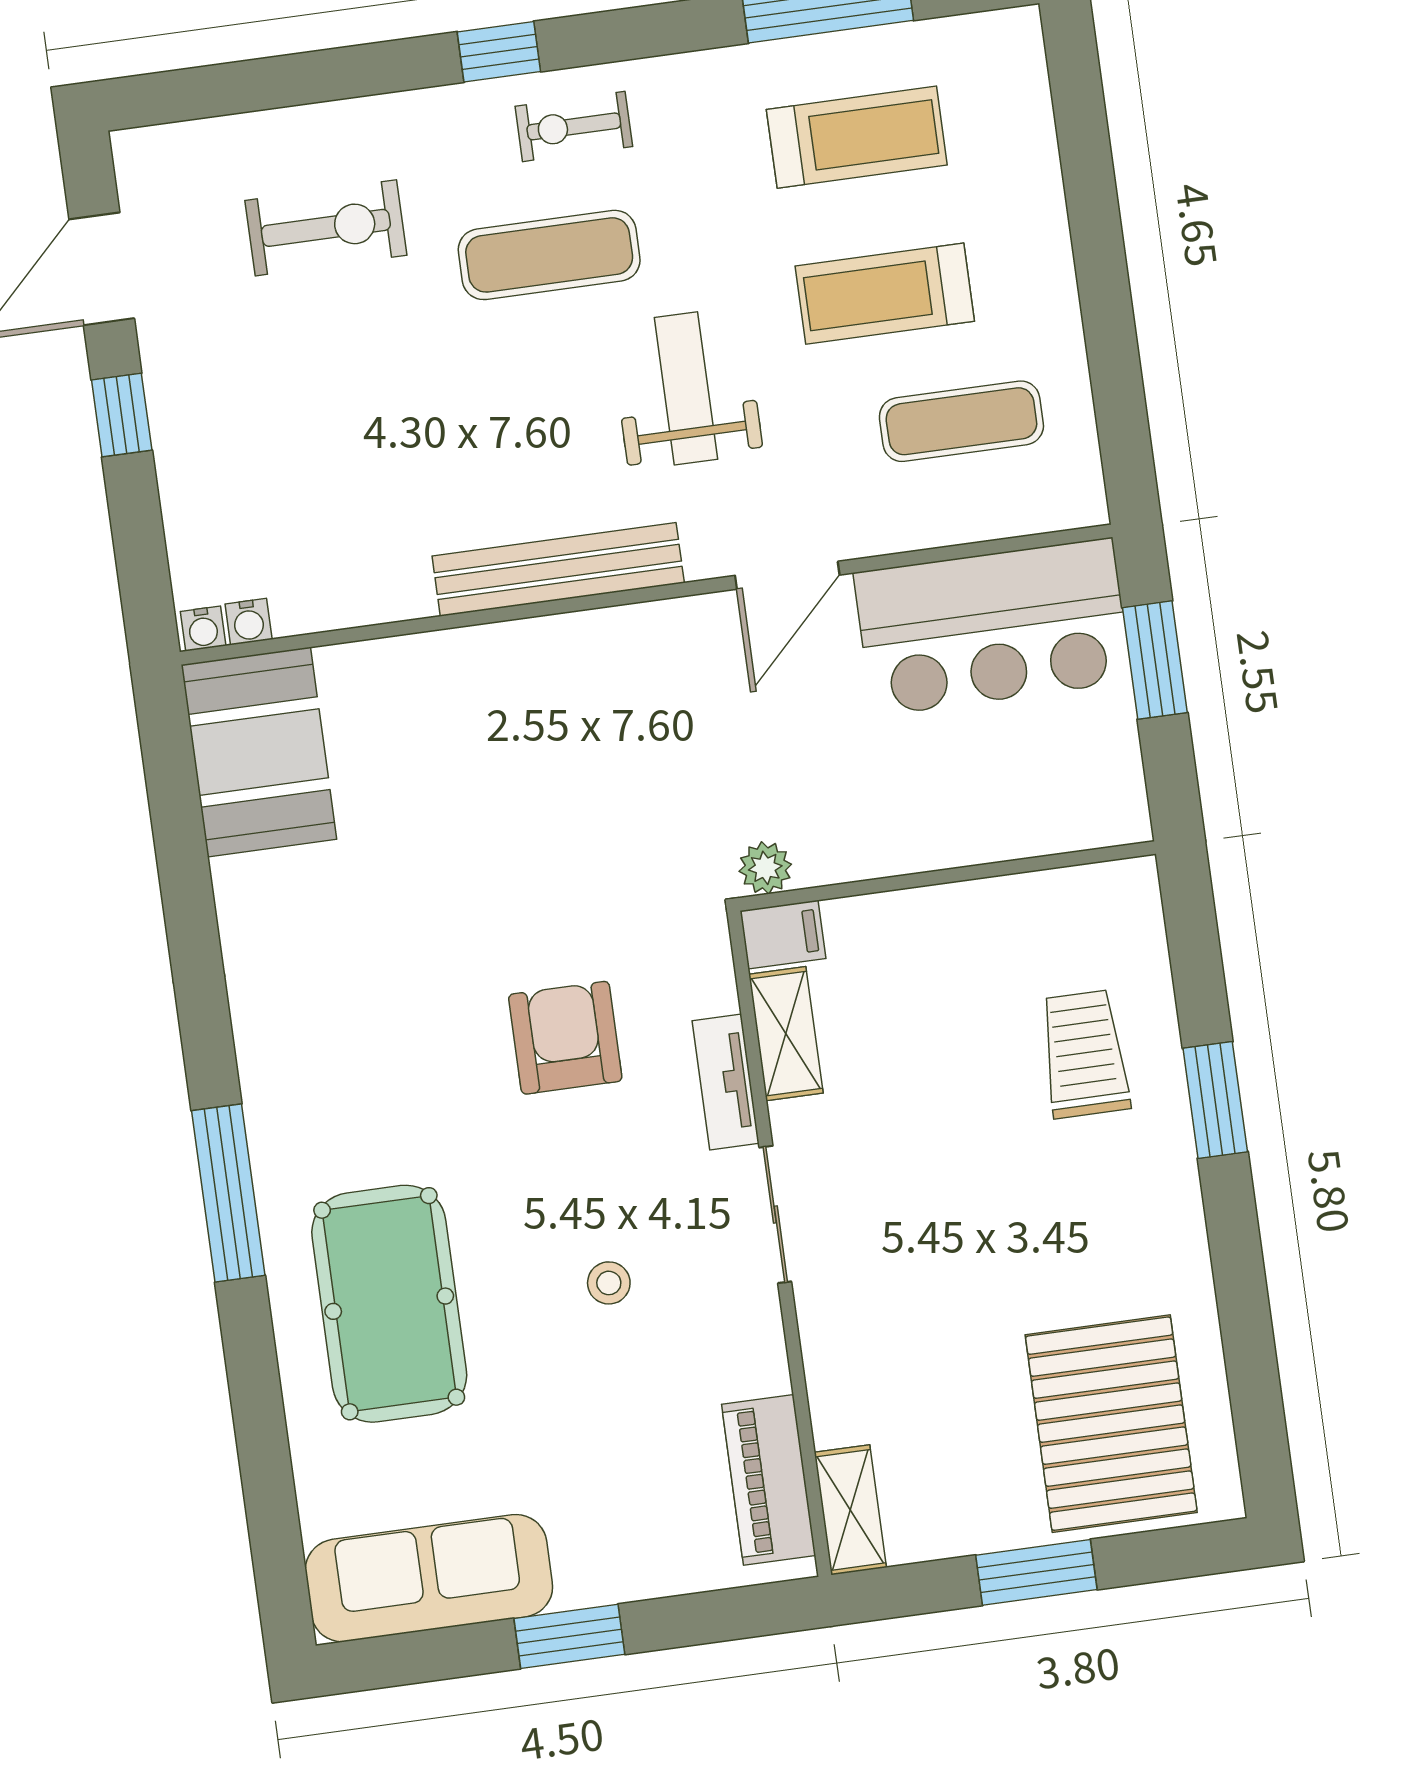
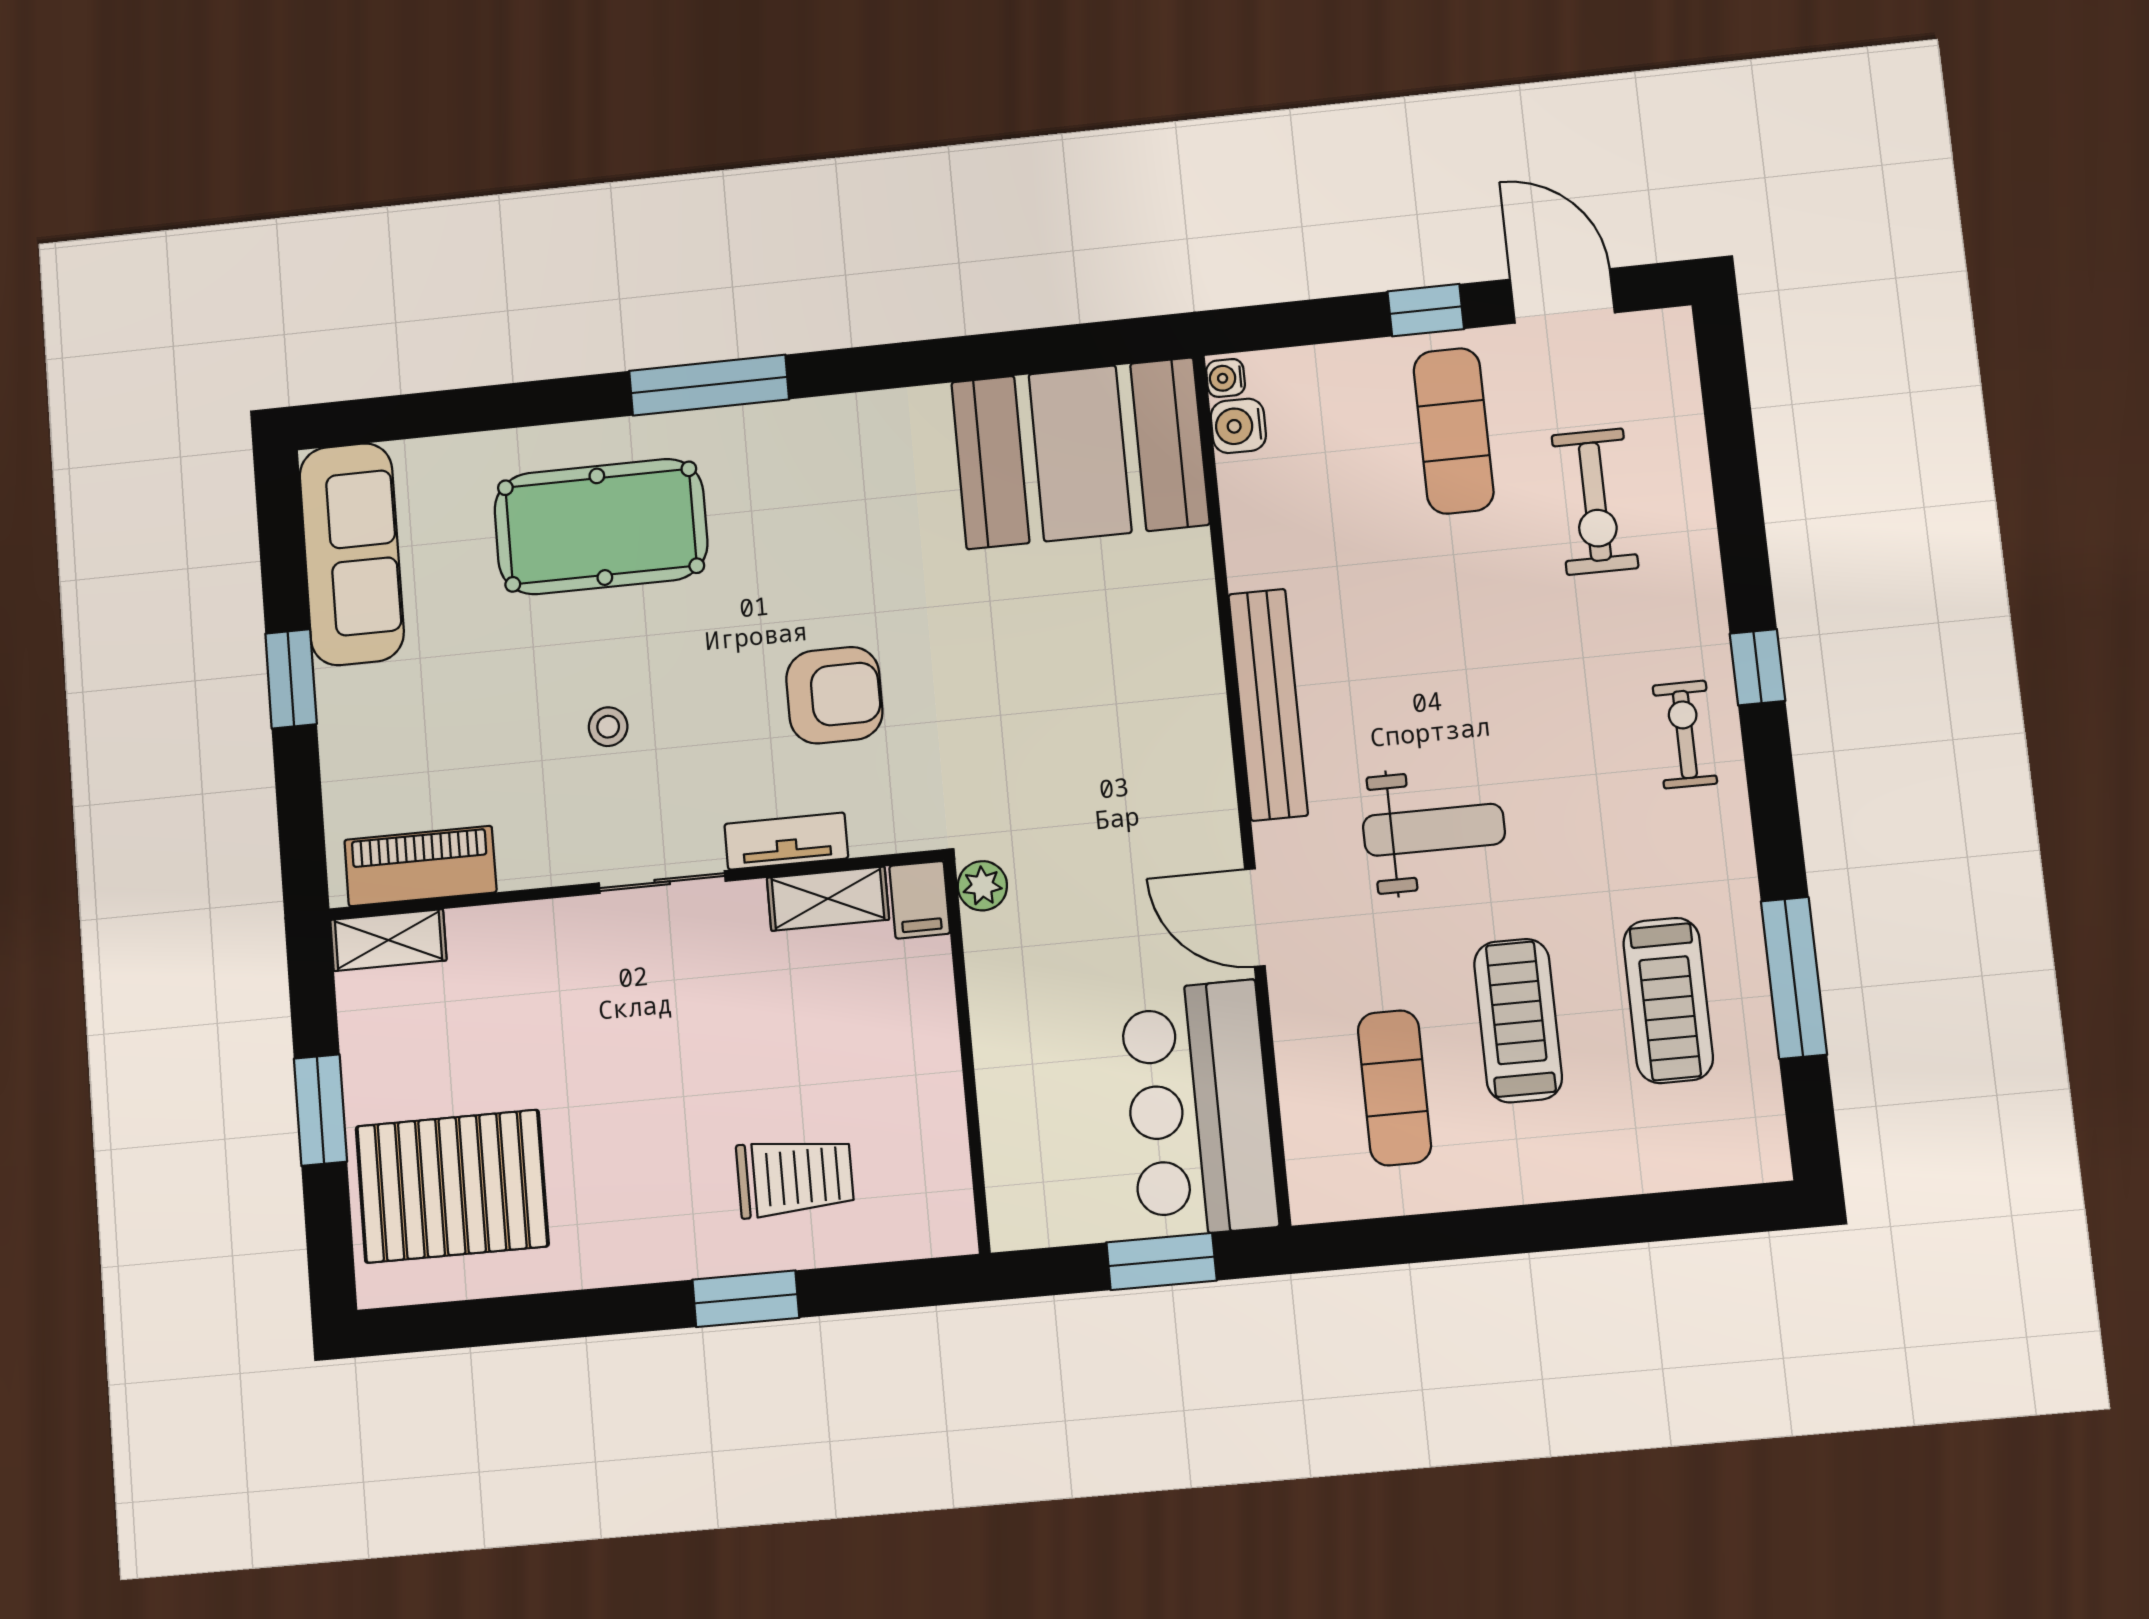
exercise mat: (549, 255) -> (1454, 431), moved
water cooler: (249, 622) -> (1238, 426), width x1.38, depth x1.38
booth: (259, 752) -> (1080, 453), width x1.36, depth x1.42

